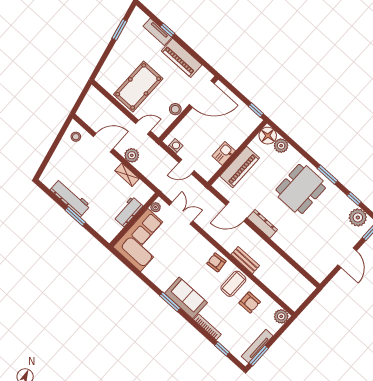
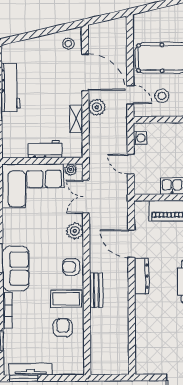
stool: (175, 109) -> (162, 96), moved
door: (103, 143) -> (85, 72), width x1.36
double door: (181, 213) -> (86, 197), swing flipped
armchair: (216, 262) -> (71, 267), turned -85
armchair: (250, 302) -> (63, 328), turned 180
plant: (281, 316) -> (75, 231), moved

